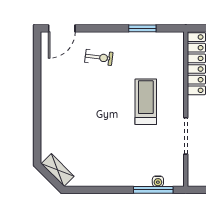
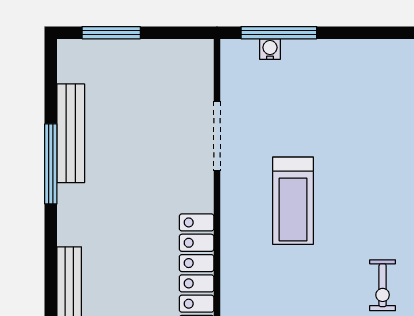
exercise bike: (99, 57) -> (383, 285), turned -97

